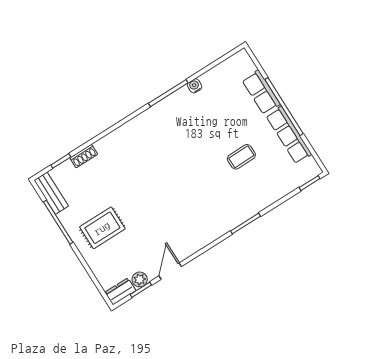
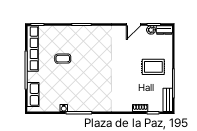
row of seats: (261, 92) -> (33, 94), moved
row of seats: (289, 135) -> (33, 48), width x1.36

